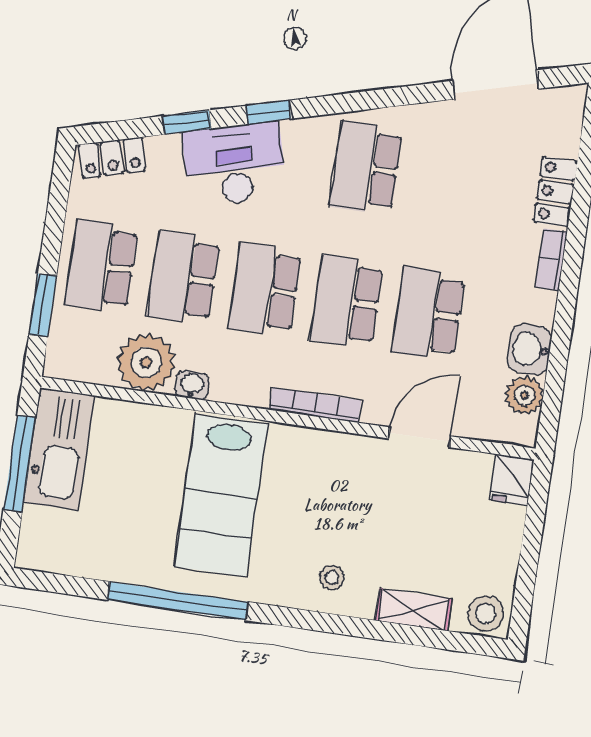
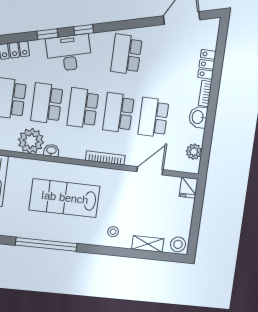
washbasin: (529, 349) -> (198, 117), moved
lab bench: (221, 495) -> (65, 198), turned 90

